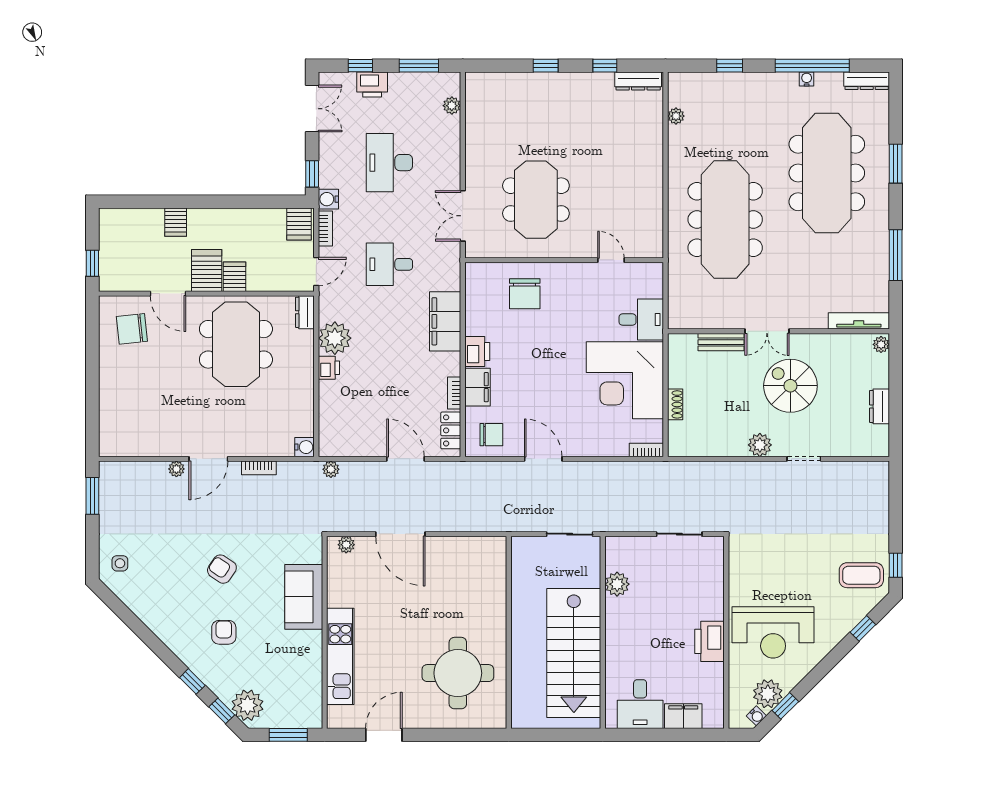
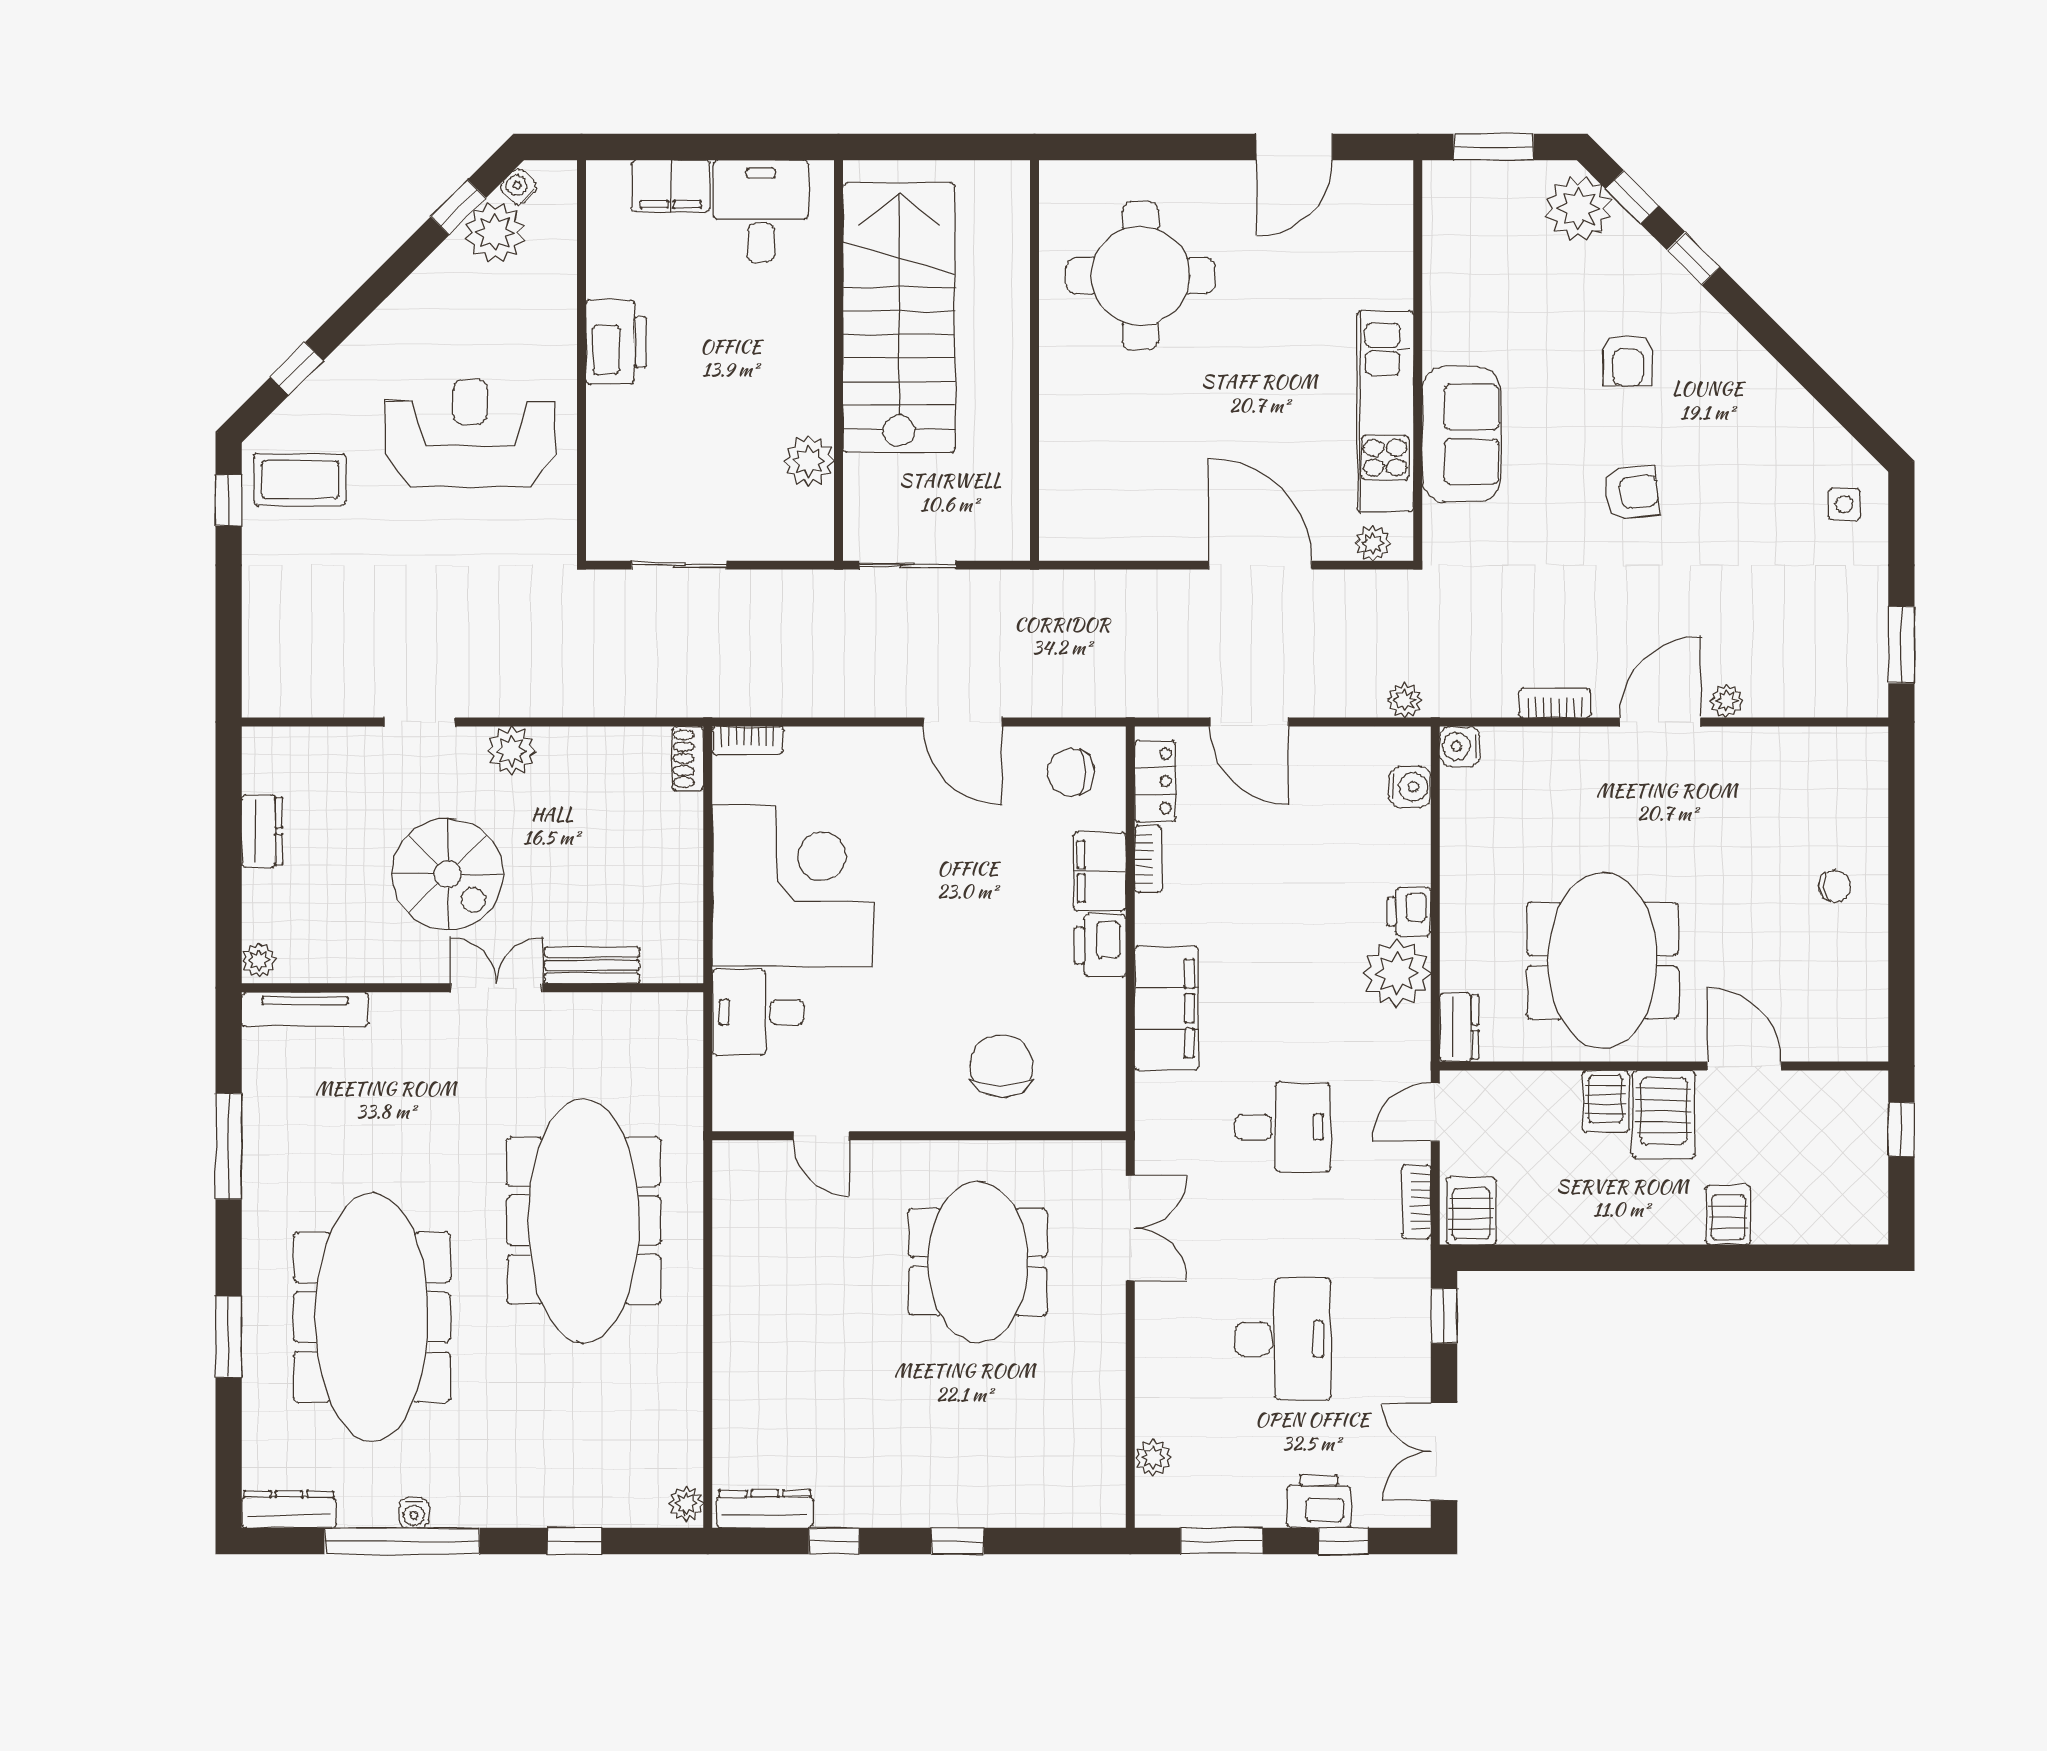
plant: (676, 116) -> (686, 1504), moved
water cooler: (328, 199) -> (1410, 787), moved
chair: (132, 329) -> (1835, 886), moved, width x0.54, depth x0.54
shoe rack: (675, 404) -> (688, 759), moved
armchair: (222, 569) -> (1632, 492), turned -41
reception desk: (773, 632) -> (470, 433), moved
kitchen unit: (340, 656) -> (1385, 411), moved

